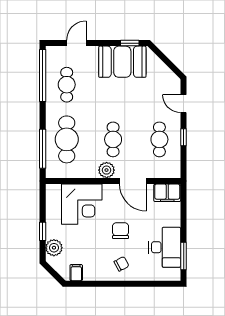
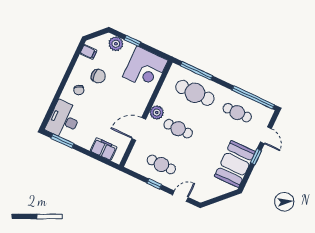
window: (130, 43) -> (256, 157), moved
filing cabinet: (167, 193) -> (104, 149), moved, turned 90
corner desk: (82, 204) -> (145, 69), moved, turned -90
chair: (121, 231) -> (98, 76), moved
desk: (165, 247) -> (64, 120), moved, turned 90

